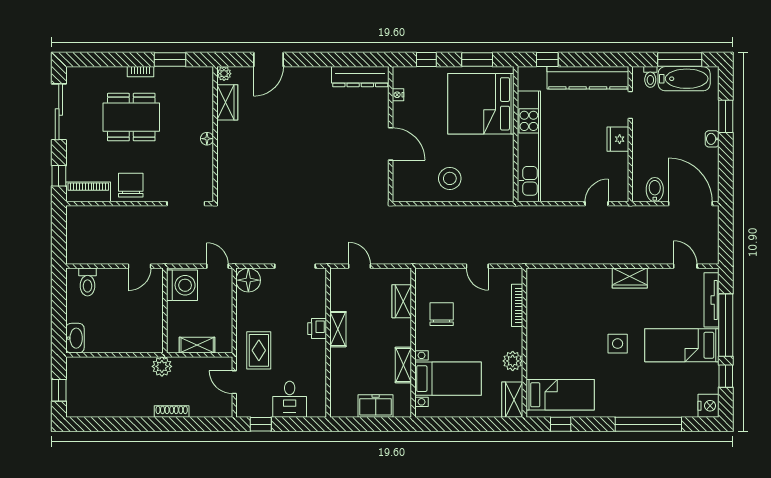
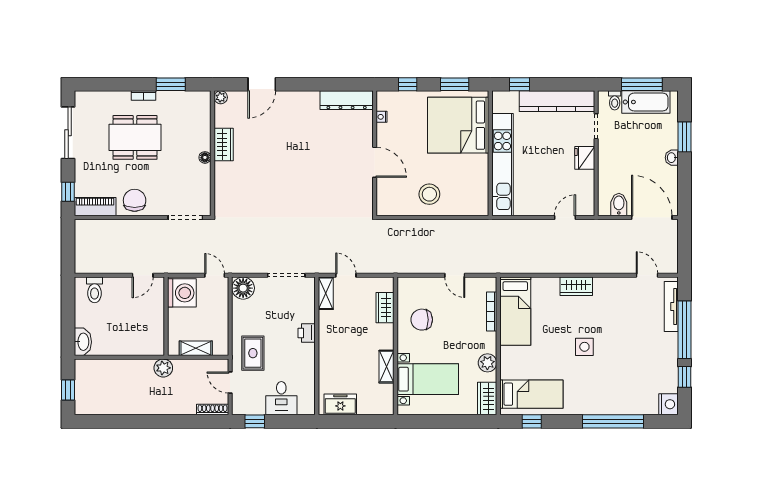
wardrobe: (227, 102) -> (224, 145), moved
wardrobe: (630, 278) -> (576, 286), moved
chair: (442, 314) -> (422, 320), turned -90
shelving: (338, 329) -> (326, 293), moved
bed: (682, 345) -> (515, 311), moved, turned -90
freezer: (376, 406) -> (340, 404), moved
shoe rack: (172, 411) -> (213, 410), moved

